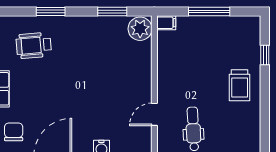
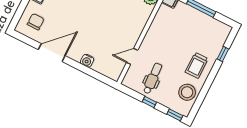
stool: (245, 124) -> (187, 92), added

